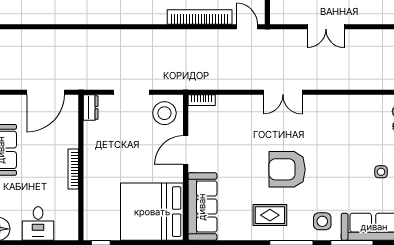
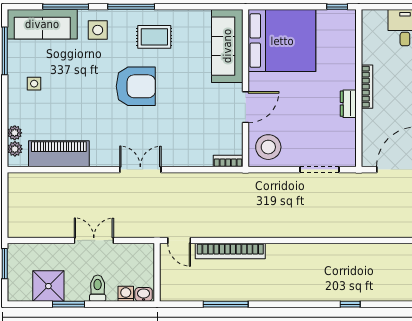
doorway: (132, 92) -> (319, 170), moved
piano: (358, 107) -> (59, 154), added
dresser: (91, 108) -> (348, 104), moved

